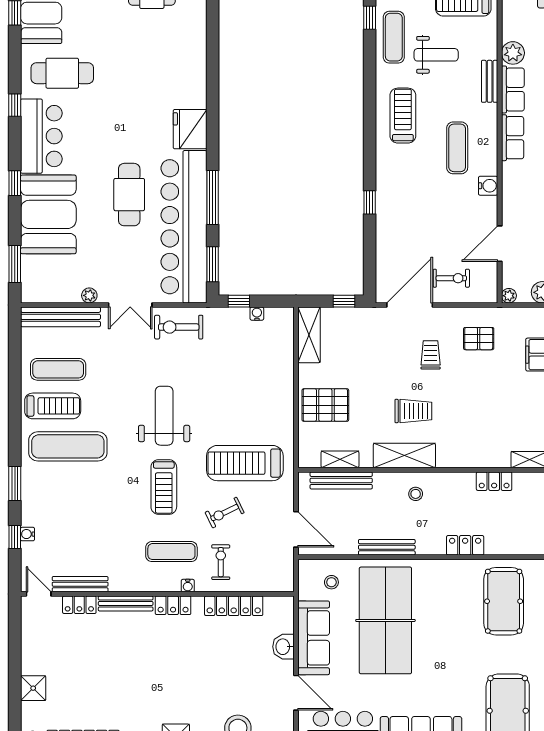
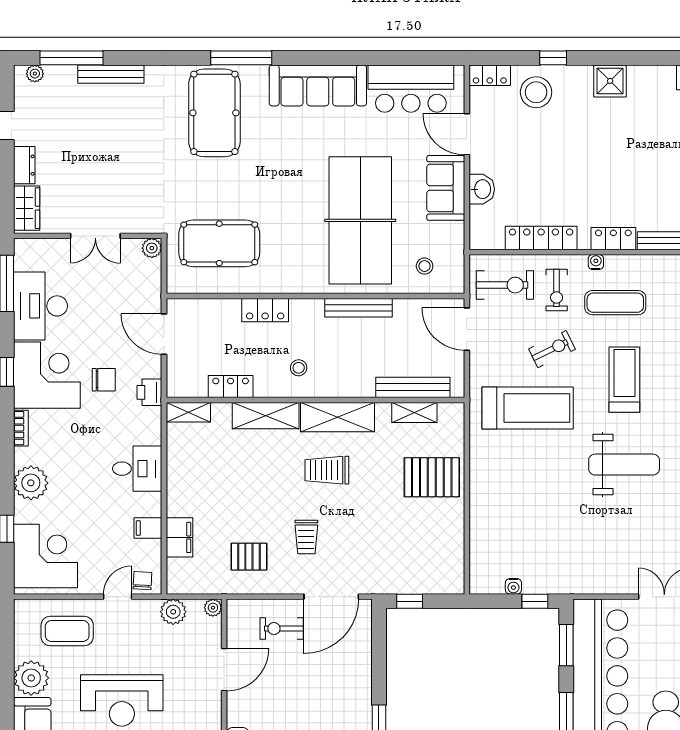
exercise bike: (179, 327) -> (505, 285), moved
shelving: (309, 335) -> (266, 416), moved, turned 90
weight bench: (164, 416) -> (624, 465), turned -90
stool: (416, 494) -> (299, 368), moved
pool table: (504, 601) -> (219, 243), turned 90
sofa: (314, 638) -> (446, 188), width x0.73

